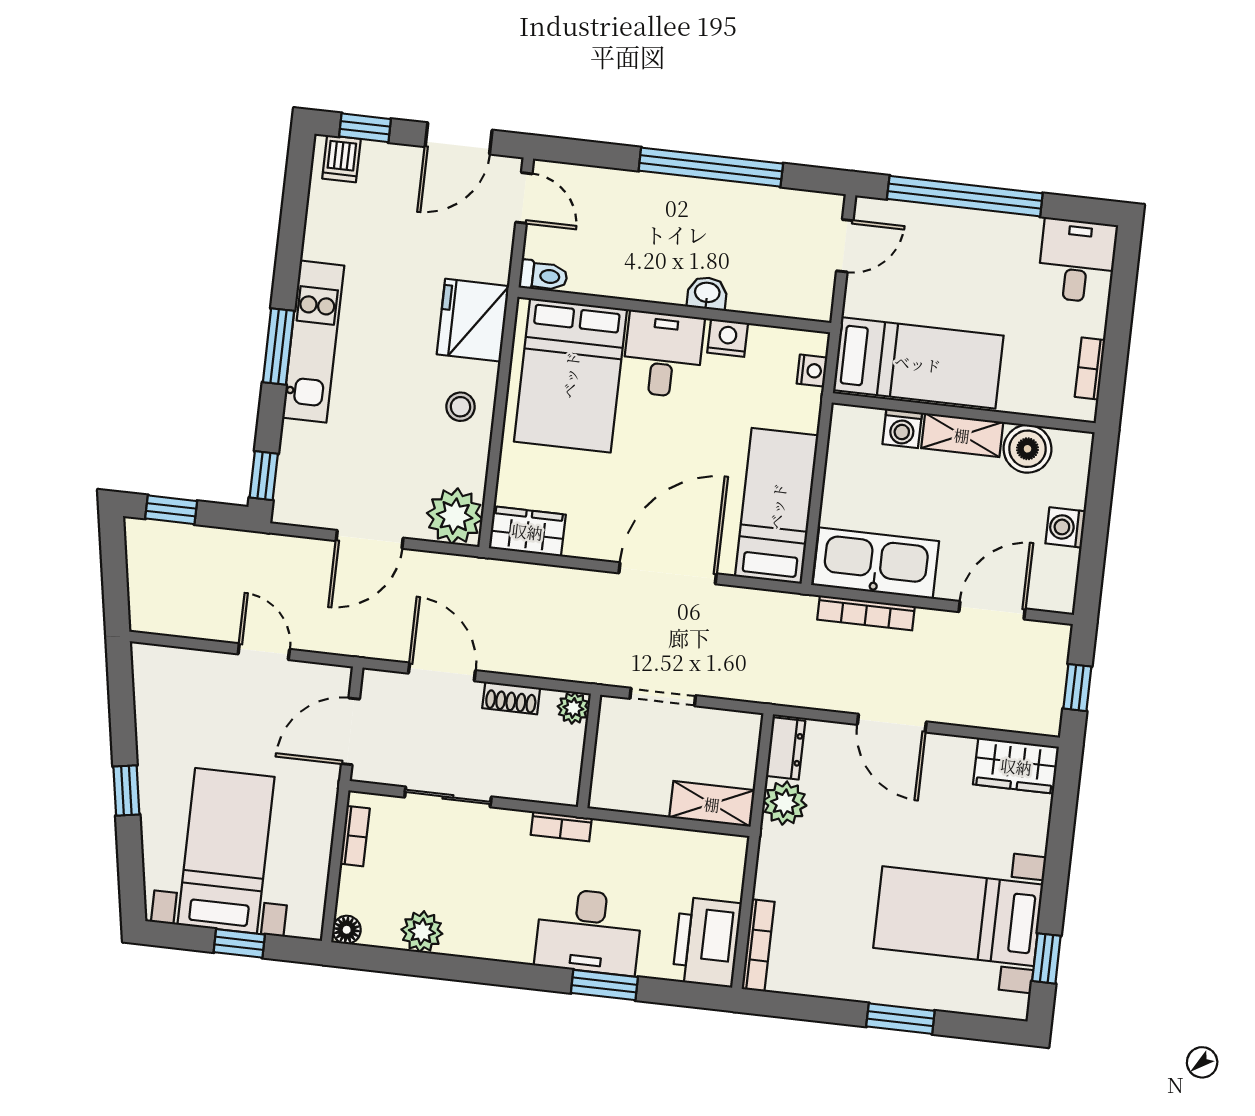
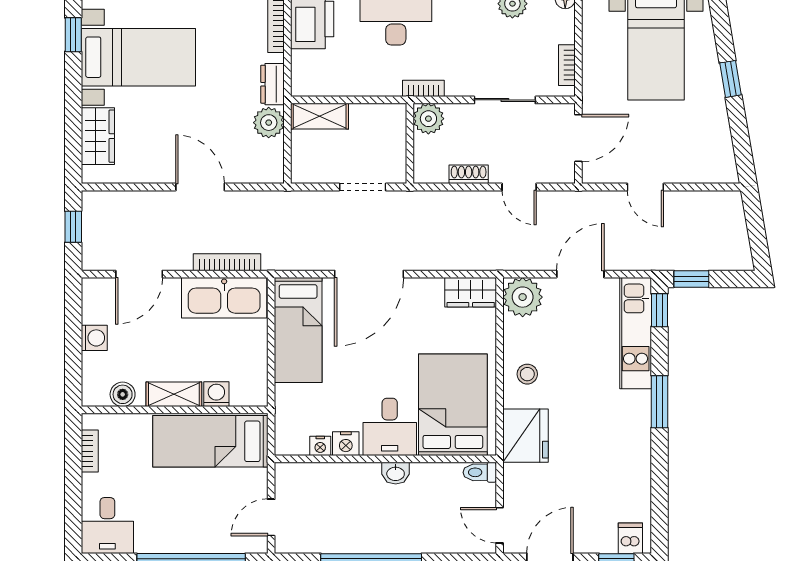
washbasin: (707, 293) -> (396, 473), moved
kitchen unit: (313, 342) -> (636, 333), moved
nightstand: (812, 371) -> (320, 446), moved, turned -90
boiler: (1027, 449) -> (123, 394), width x0.73, depth x0.73
window: (171, 510) -> (691, 279), moved
door: (442, 672) -> (519, 187), width x0.73
plant: (573, 708) -> (428, 119), moved, width x1.38, depth x1.38
dresser: (786, 748) -> (273, 84), moved
wardrobe: (1016, 766) -> (98, 136), moved, turned 90

